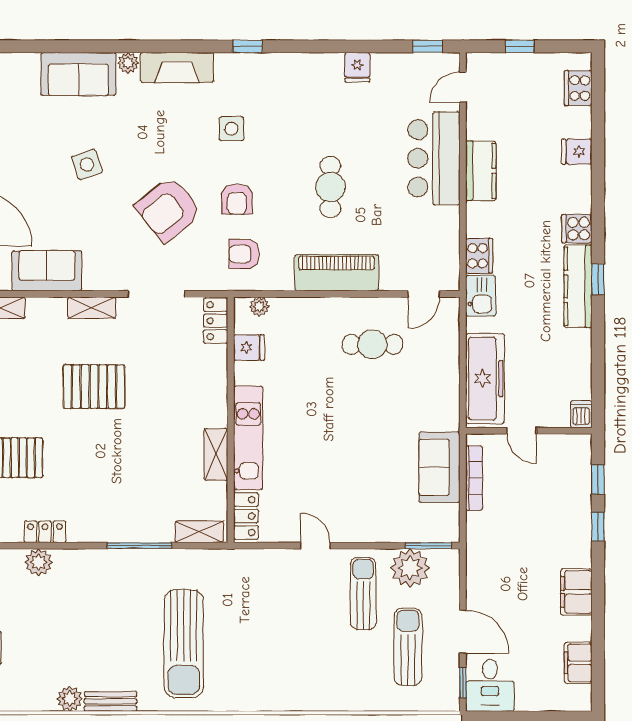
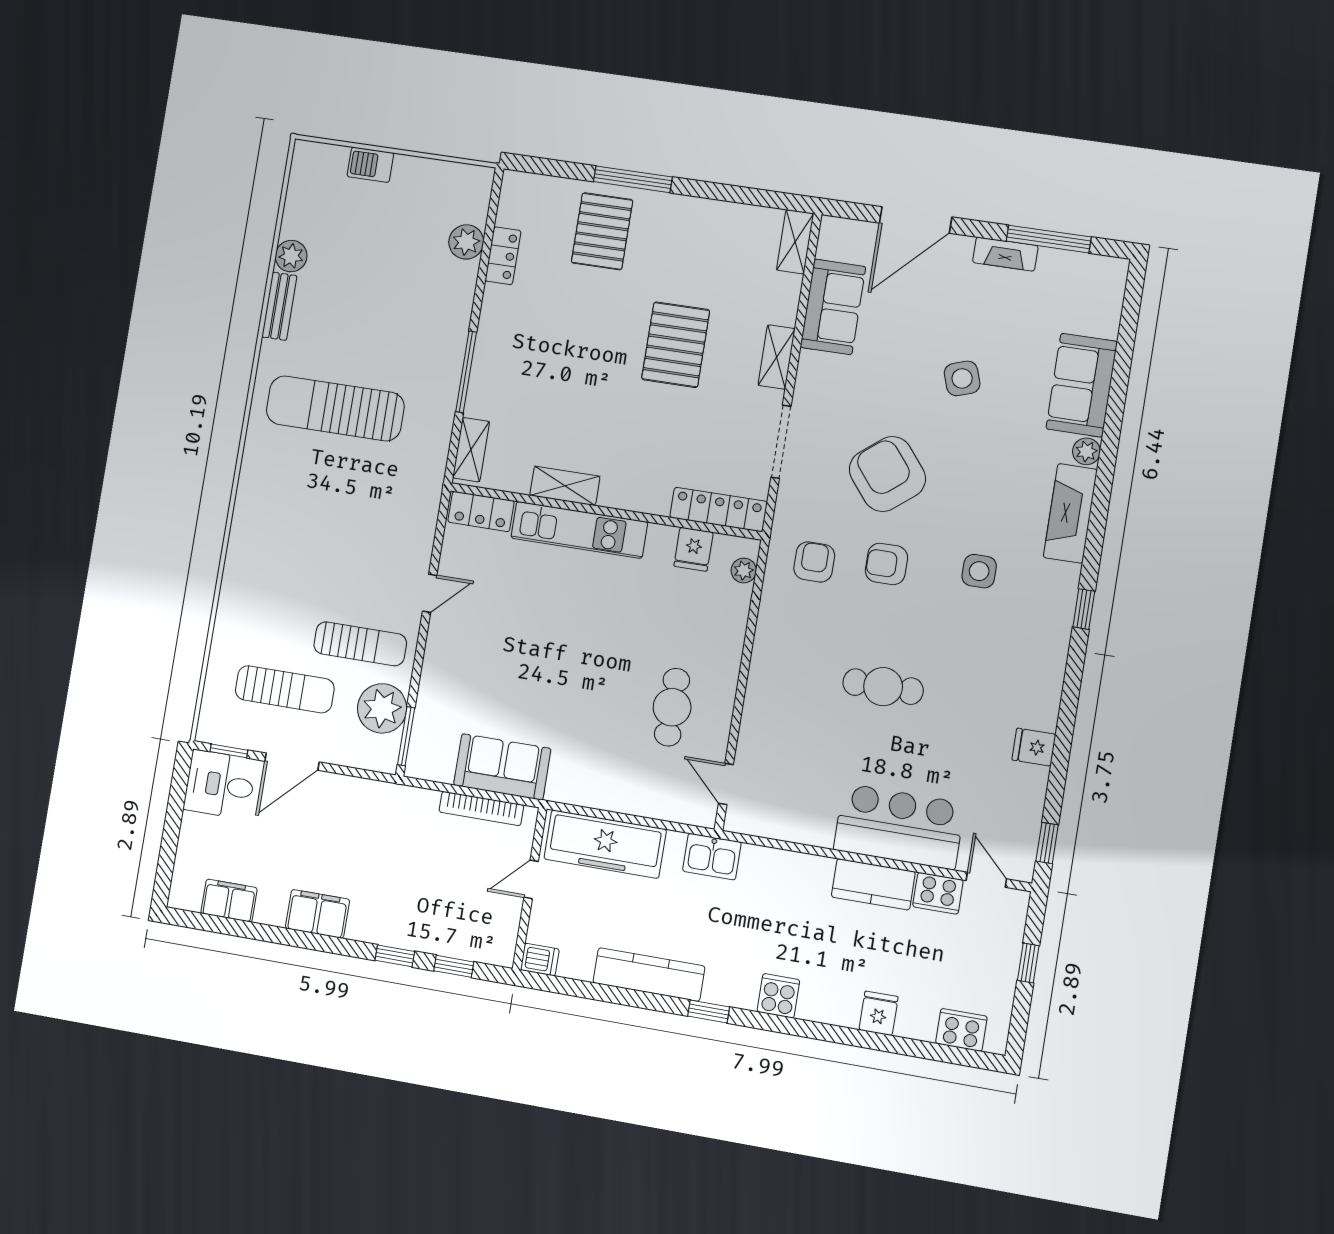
cooker: (479, 256) -> (938, 893), moved
piano: (337, 273) -> (771, 677), removed
kitchen counter: (578, 286) -> (649, 974), moved
locker: (216, 321) -> (718, 510), width x1.53

